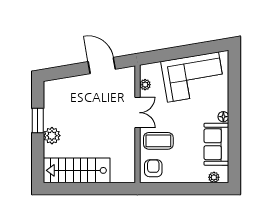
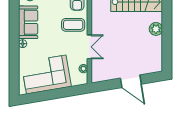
door: (102, 65) -> (131, 81), moved
double door: (137, 113) -> (89, 47), swing flipped
window: (38, 120) -> (167, 41), removed

